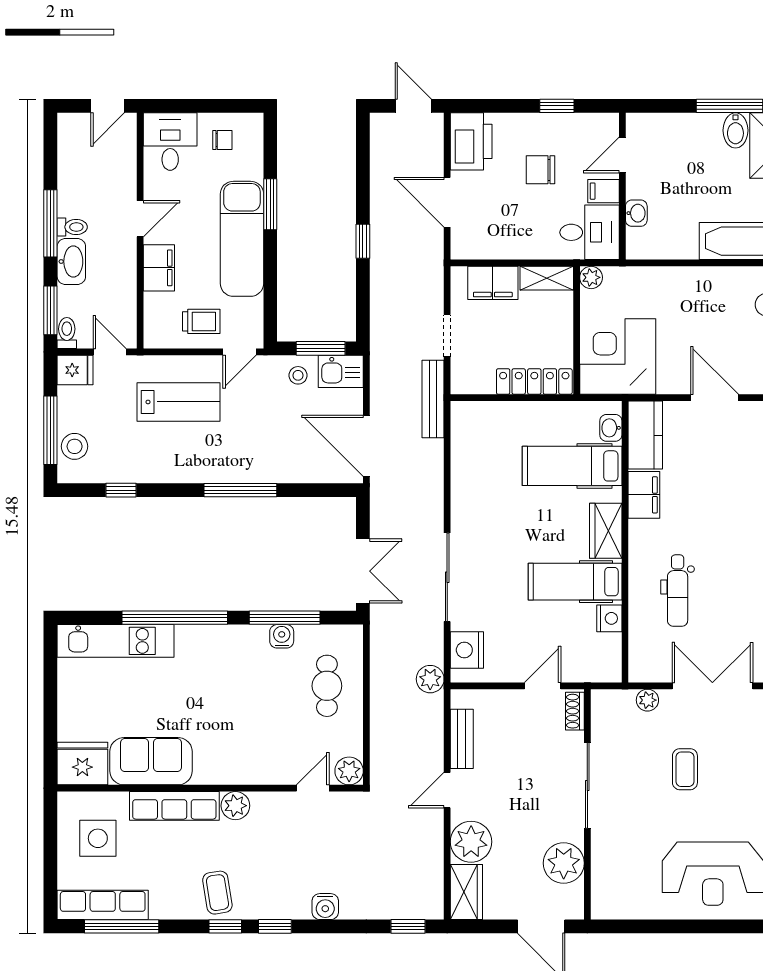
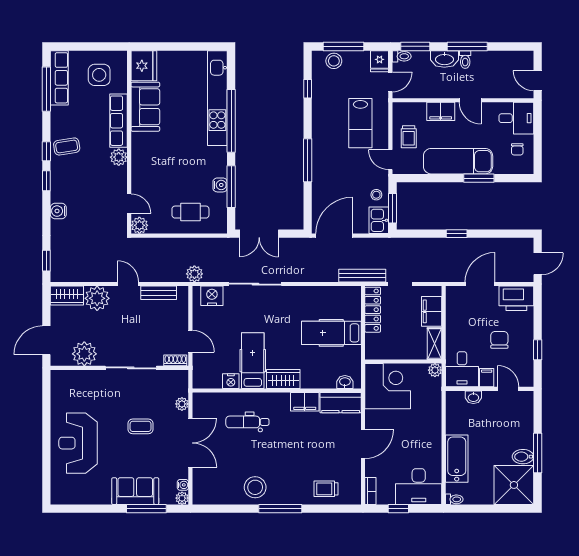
locker: (534, 382) -> (373, 310), moved
hospital bed: (572, 466) -> (331, 333), moved, turned -90
kitchen unit: (116, 641) -> (217, 98), width x1.36

